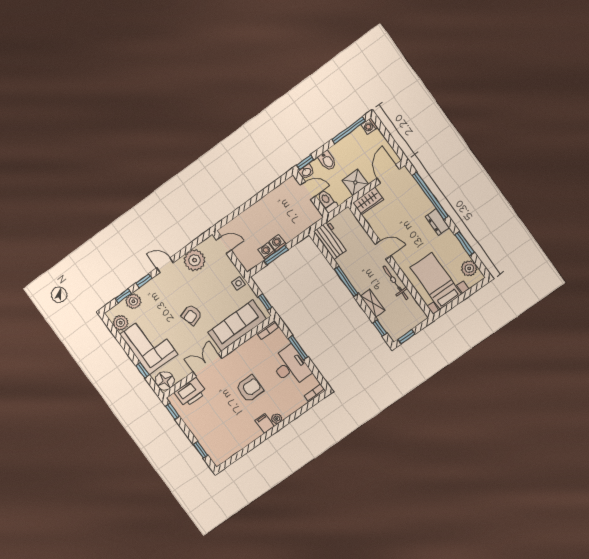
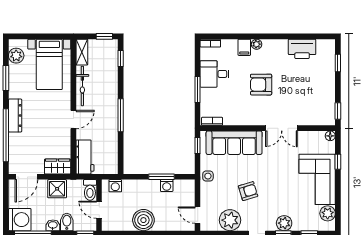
washing machine: (369, 126) -> (20, 220), width x1.89, depth x1.89
washbasin: (306, 172) -> (53, 225), moved
boiler: (265, 209) -> (143, 220), added
dresser: (437, 222) -> (15, 116), width x1.44
workbench: (331, 240) -> (85, 157), moved, turned 180
washing machine: (277, 243) -> (115, 186), moved
door: (383, 250) -> (73, 119), swing flipped
plant: (133, 301) -> (284, 223), moved
shelving: (373, 303) -> (82, 52), moved
armchair: (192, 315) -> (248, 191), moved
desk: (290, 366) -> (215, 74), width x0.73
floor lamp: (165, 381) -> (330, 136), width x0.53, depth x0.53
printer: (191, 392) -> (302, 49), moved, turned 180
filing cabinet: (265, 423) -> (244, 47), moved

